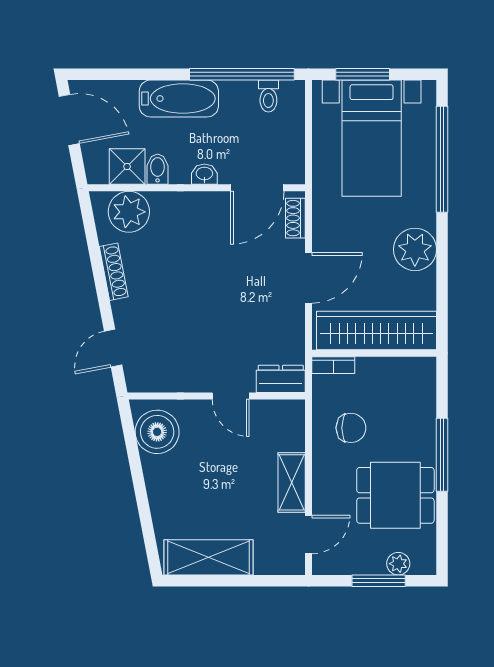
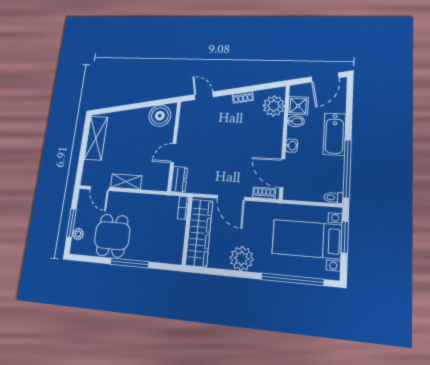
toilet: (268, 96) -> (333, 198), moved
shoe rack: (114, 272) -> (243, 97), width x0.70
chair: (351, 428) -> (150, 215), removed

